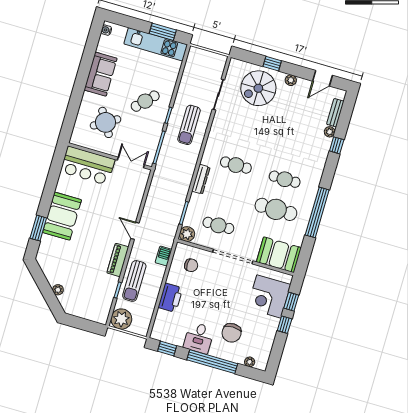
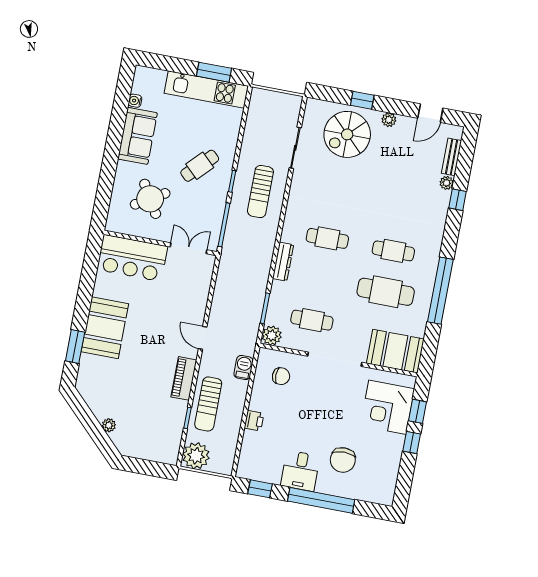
water cooler: (106, 30) -> (135, 101), moved
printer: (170, 298) -> (254, 421), width x0.53, depth x0.68
plant: (250, 362) -> (370, 496), removed

